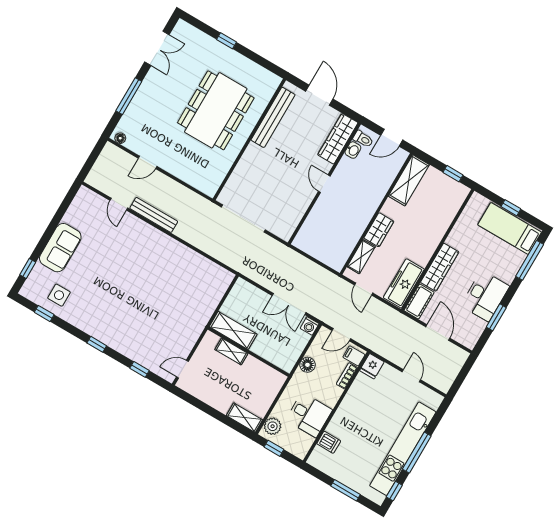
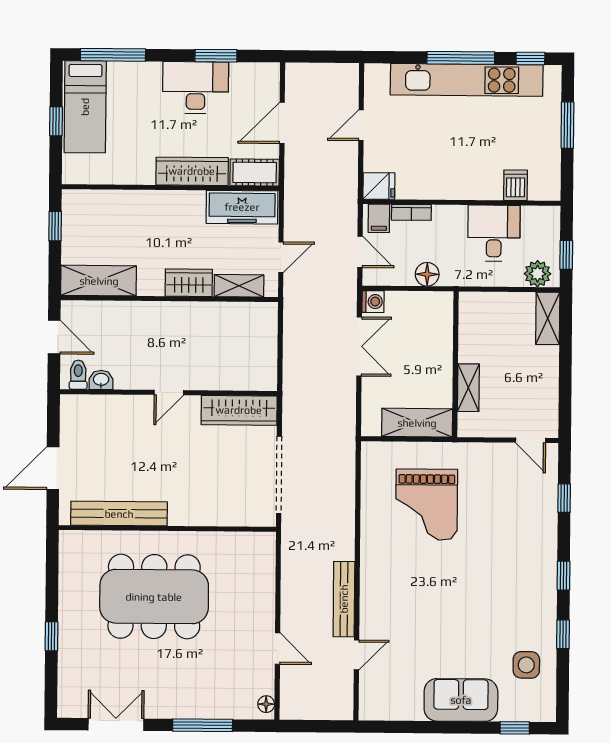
wardrobe: (338, 139) -> (239, 410), moved
grand piano: (180, 291) -> (427, 505), added
window: (44, 313) -> (563, 634), moved
shelving: (233, 330) -> (417, 423), moved, turned 90

